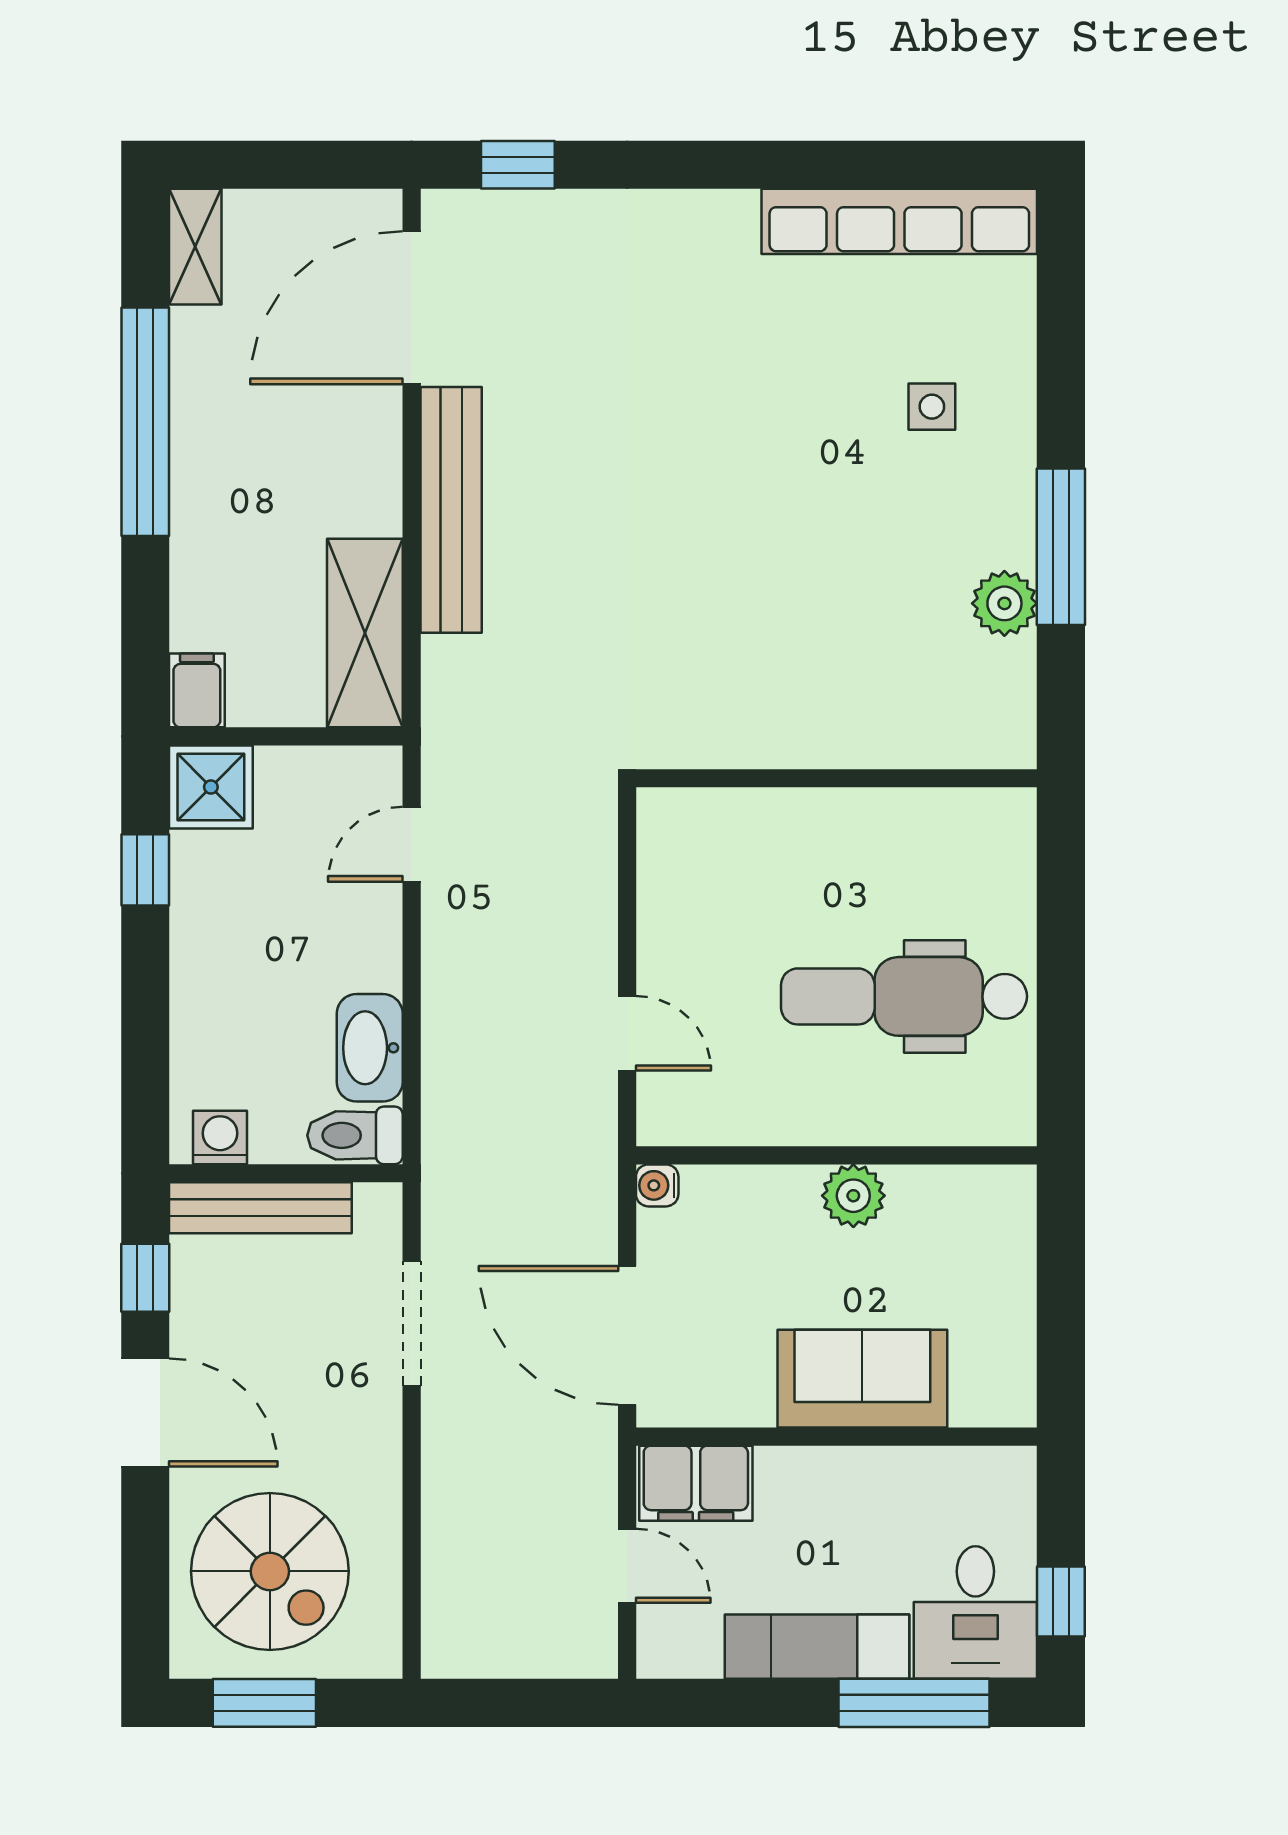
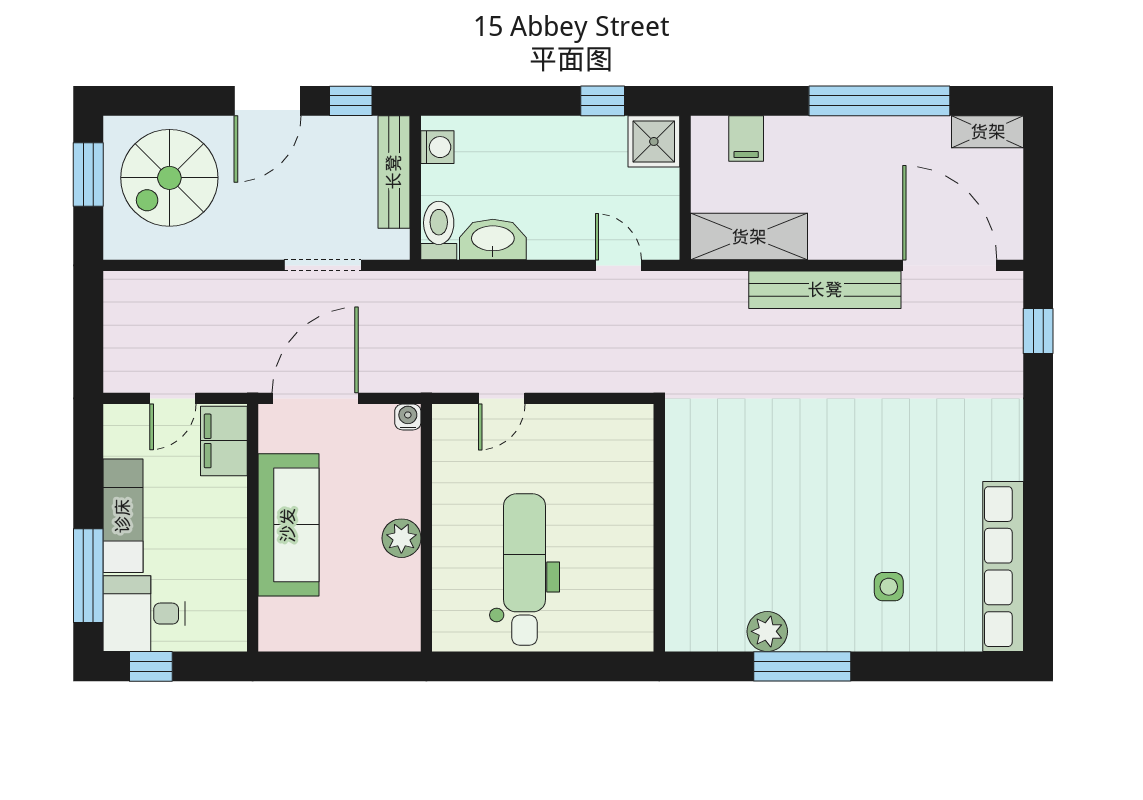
filing cabinet: (197, 690) -> (746, 139), moved, turned 90
sofa: (862, 1379) -> (288, 525), width x1.36

